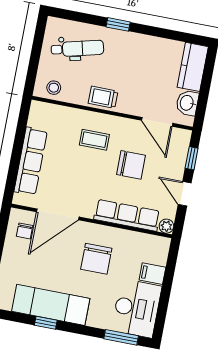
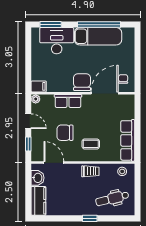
row of seats: (31, 161) -> (128, 140), moved
row of seats: (127, 215) -> (68, 101), width x0.68
chair: (96, 259) -> (82, 82), moved
filing cabinet: (152, 274) -> (39, 86), moved
desk: (137, 308) -> (57, 41), moved, turned 90
window: (46, 323) -> (99, 25), width x3.17

